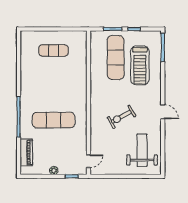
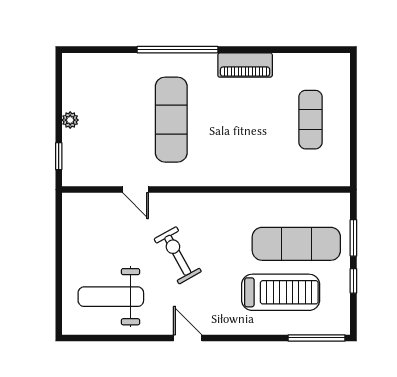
treadmill: (140, 65) -> (281, 292), turned 180
door: (163, 112) -> (188, 338), swing flipped
weight bench: (142, 150) -> (111, 297), turned 180
piano: (26, 152) -> (245, 65), moved
door: (89, 161) -> (136, 190), moved

